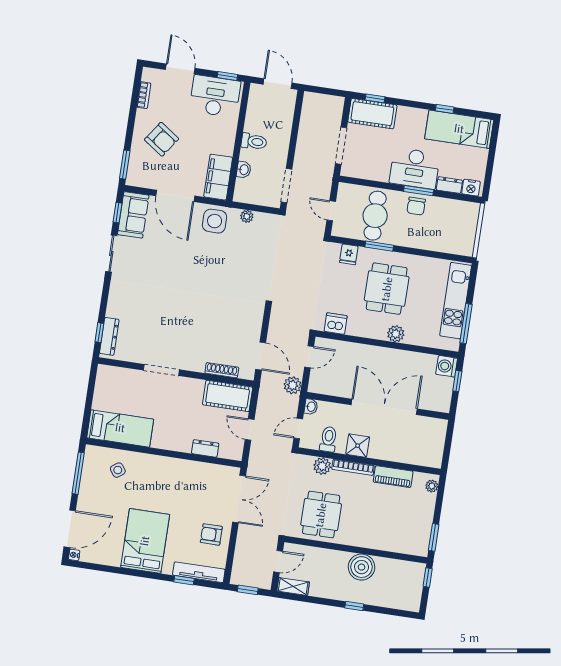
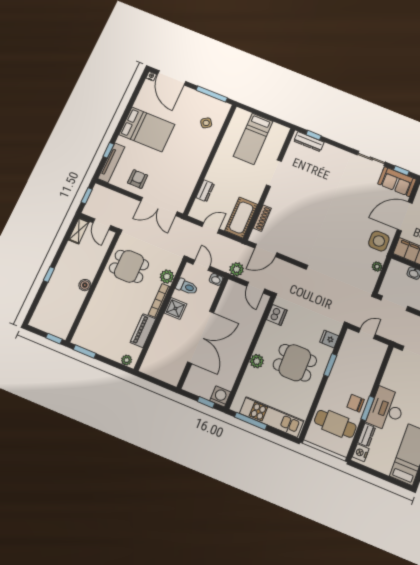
cafe table: (375, 216) -> (335, 424), moved
bed: (120, 428) -> (253, 139), moved
boiler: (362, 567) -> (85, 285), width x0.54, depth x0.54

